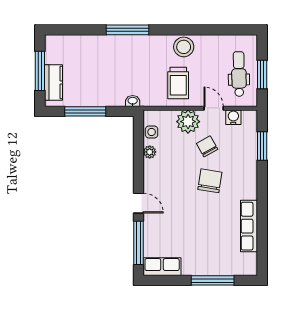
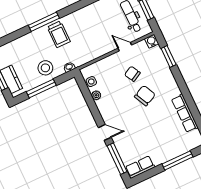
stool: (184, 47) -> (45, 68), moved
trolley: (178, 83) -> (59, 34), moved
water cooler: (233, 117) -> (152, 41), moved
plant: (188, 122) -> (112, 63), removed
chair: (210, 181) -> (145, 96), turned 55

